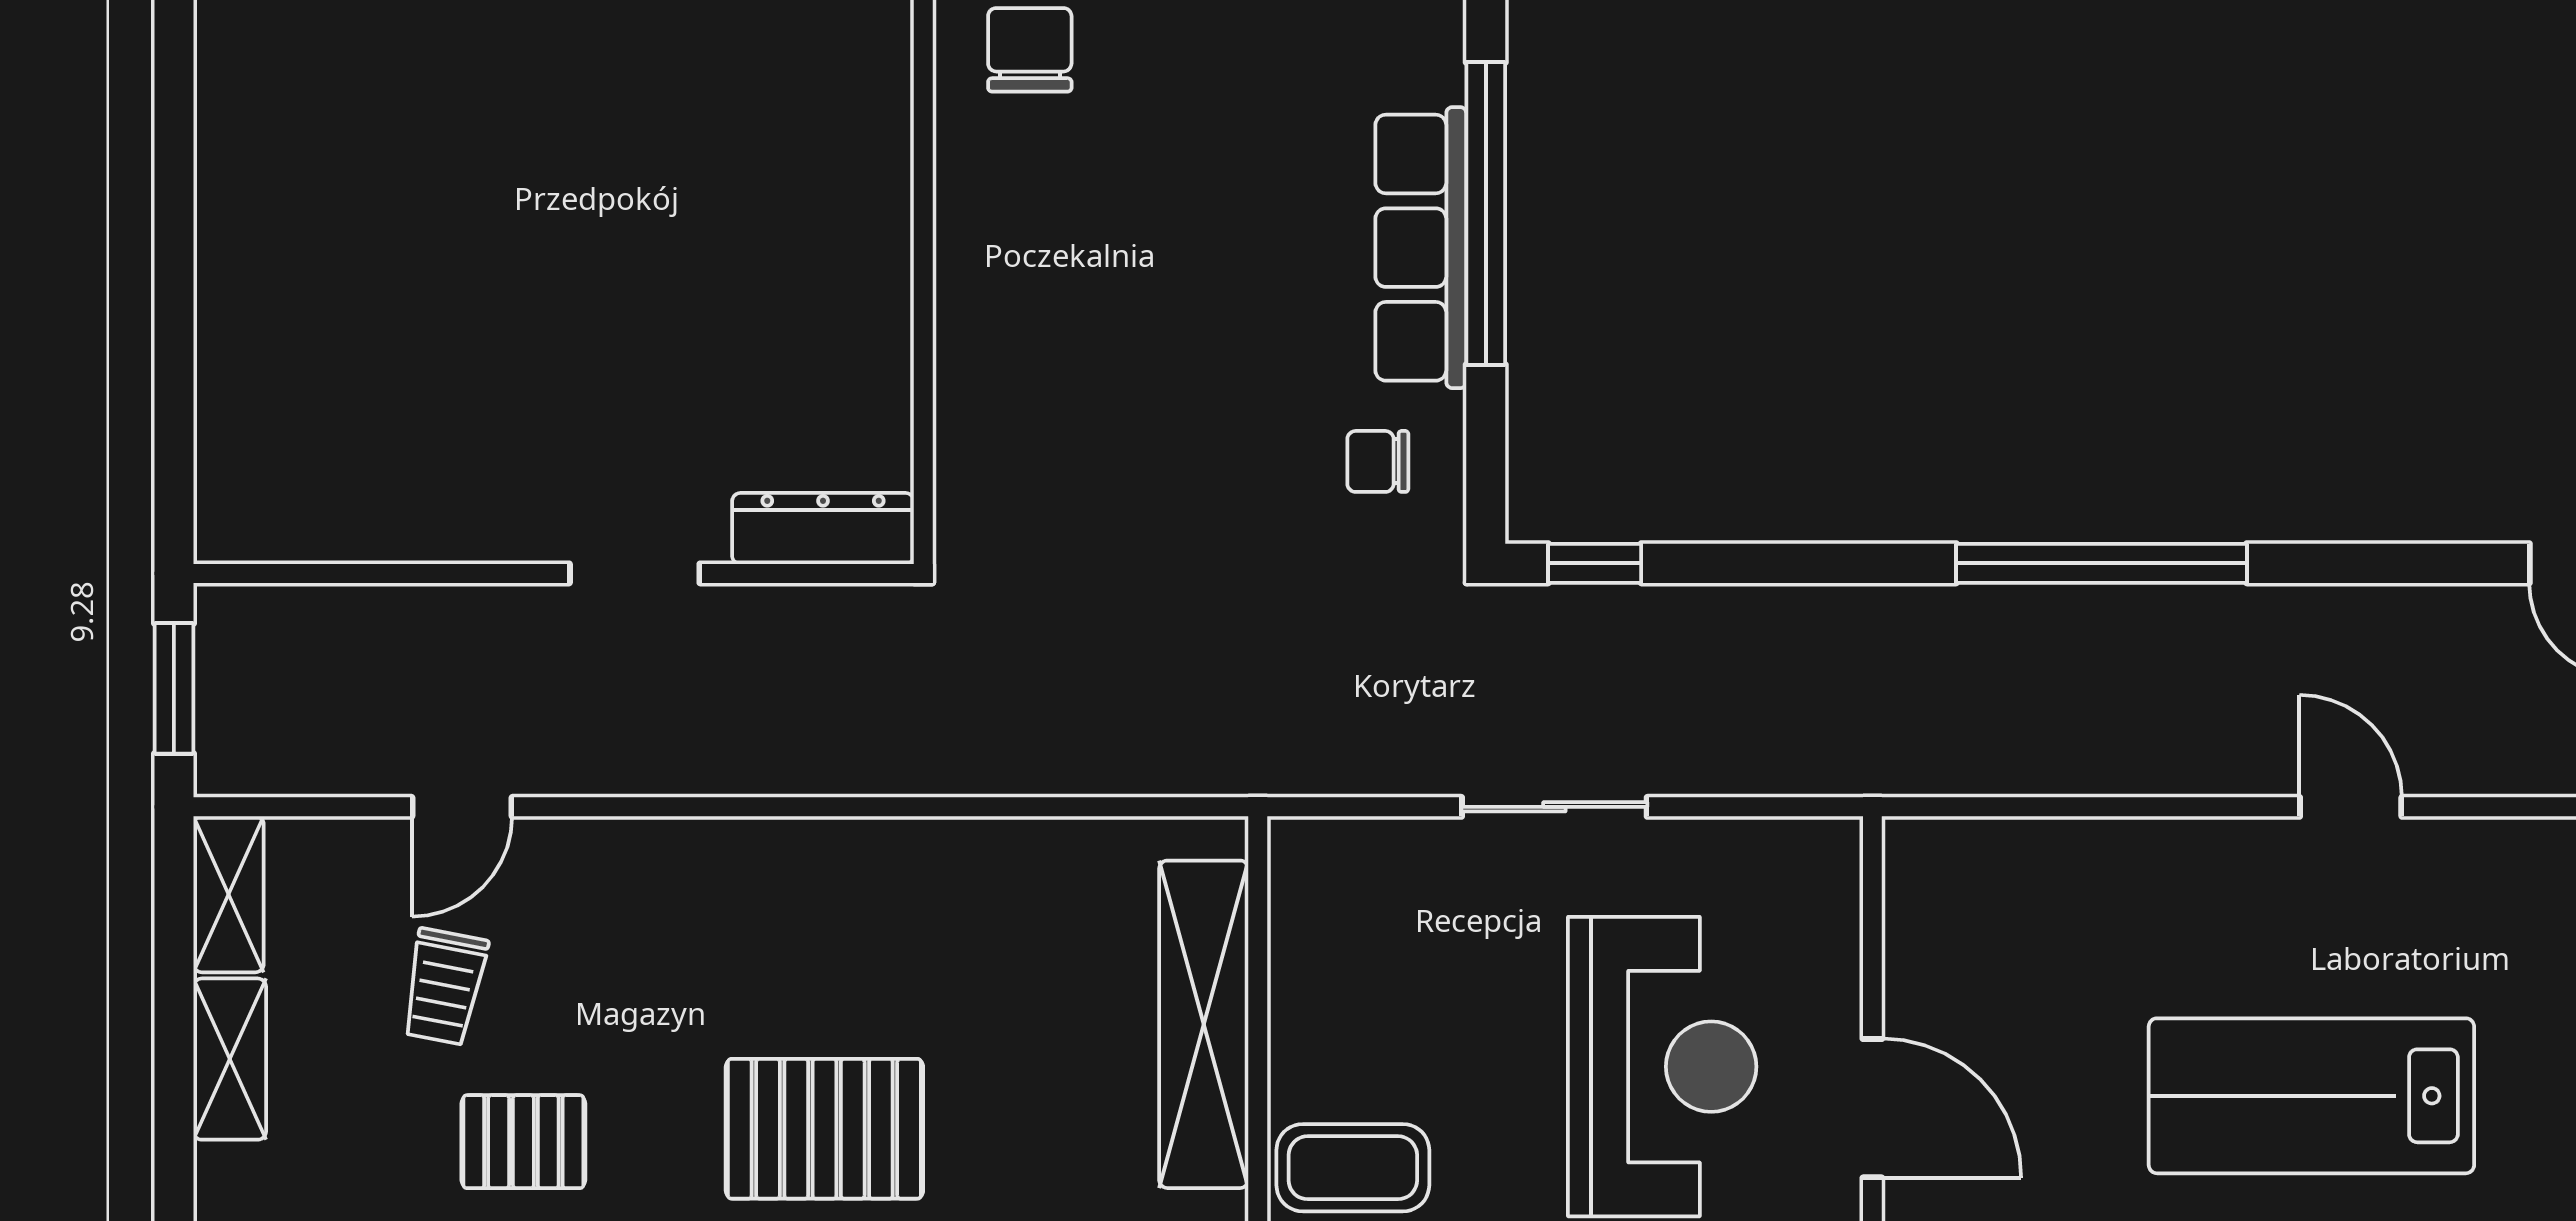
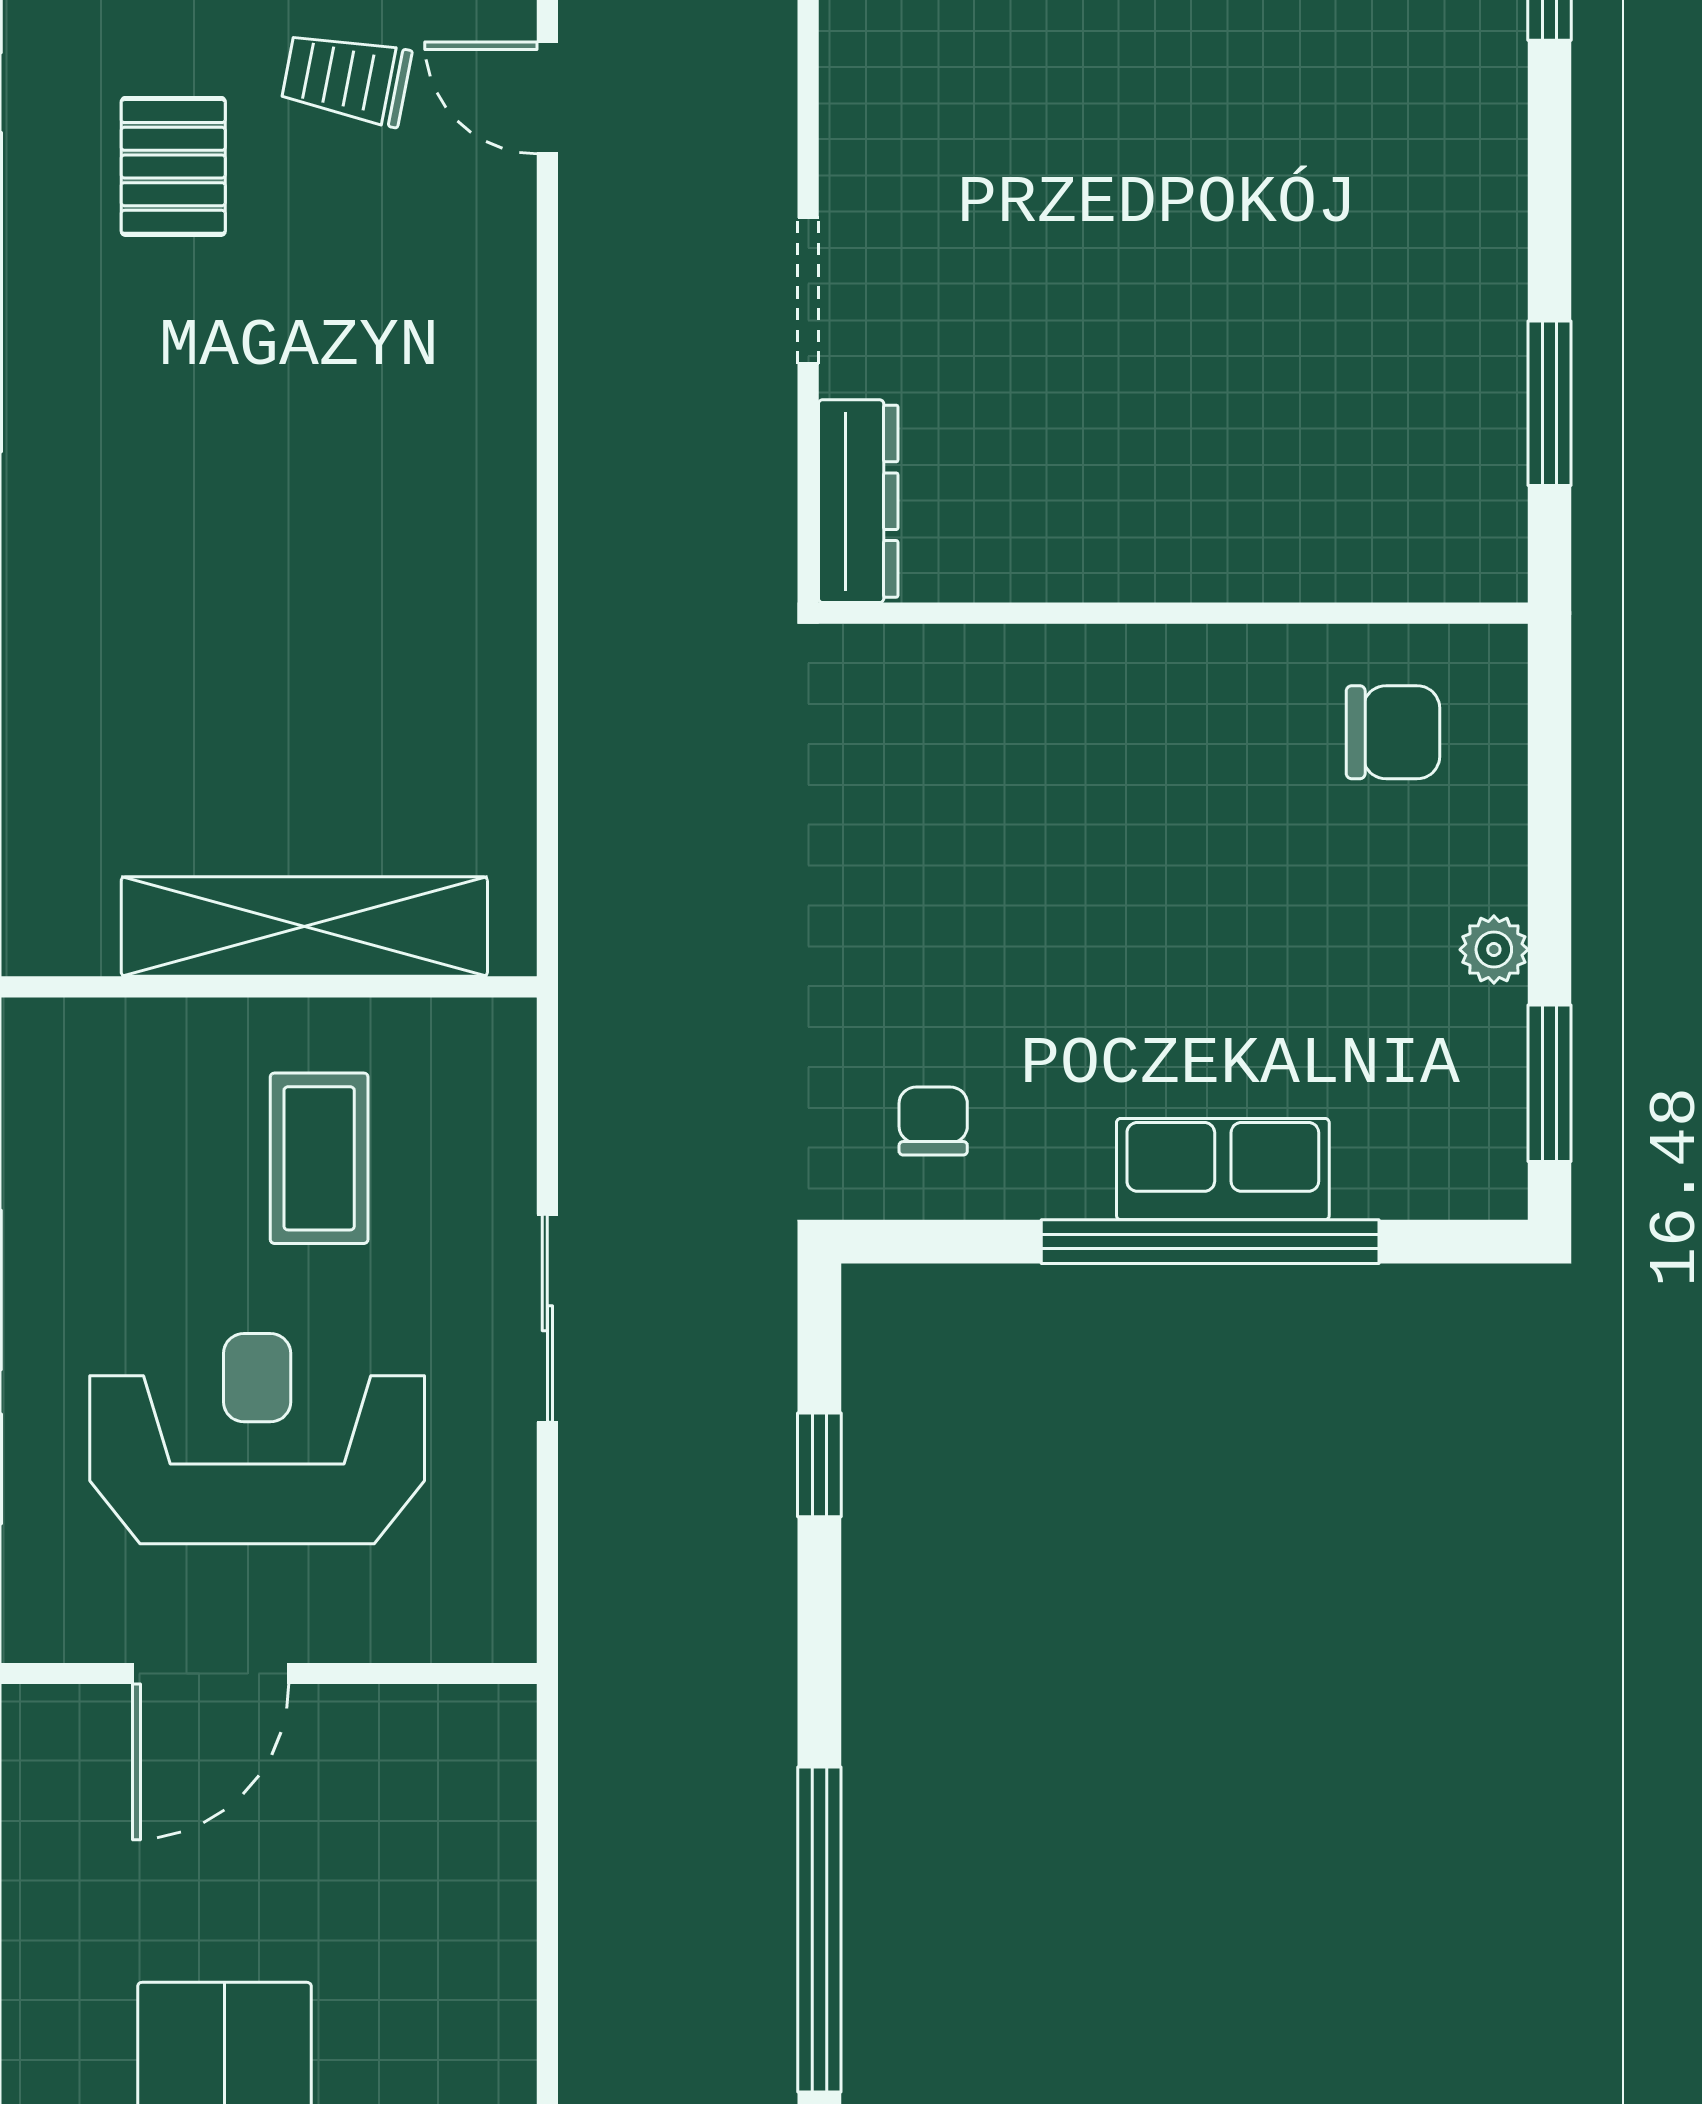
row of seats: (1421, 248) -> (1223, 1169), width x0.68
window: (1595, 563) -> (819, 1465), moved
reception desk: (1662, 1067) -> (257, 1439), turned 180
pallet: (824, 1129) -> (188, 503), removed
coffee table: (1353, 1168) -> (319, 1158), moved

